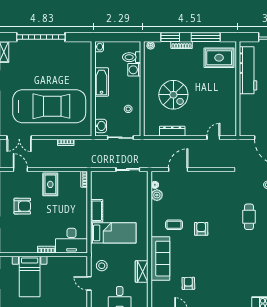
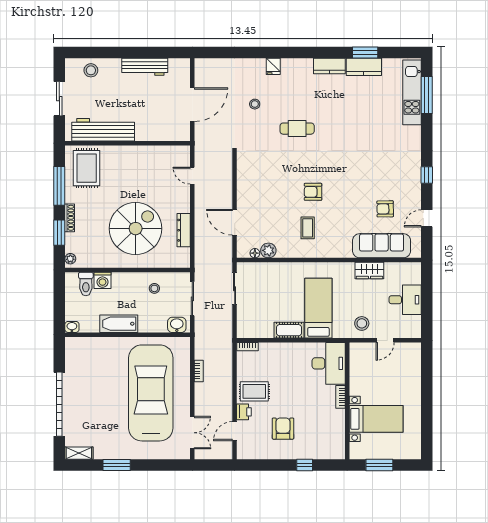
spiral stairs: (173, 95) -> (136, 229), width x1.37, depth x1.37
printer: (35, 177) -> (244, 412), added
sofa: (160, 259) -> (382, 246), moved

